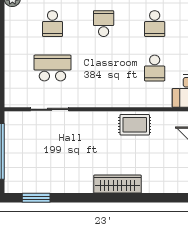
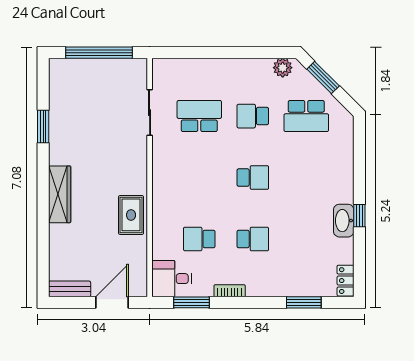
school desk: (155, 24) -> (253, 239), turned 180
school desk: (52, 68) -> (199, 116), turned -90
window: (36, 198) -> (43, 127), moved

